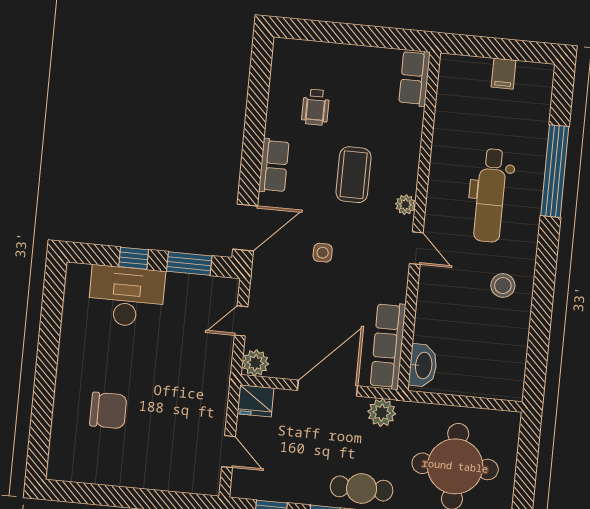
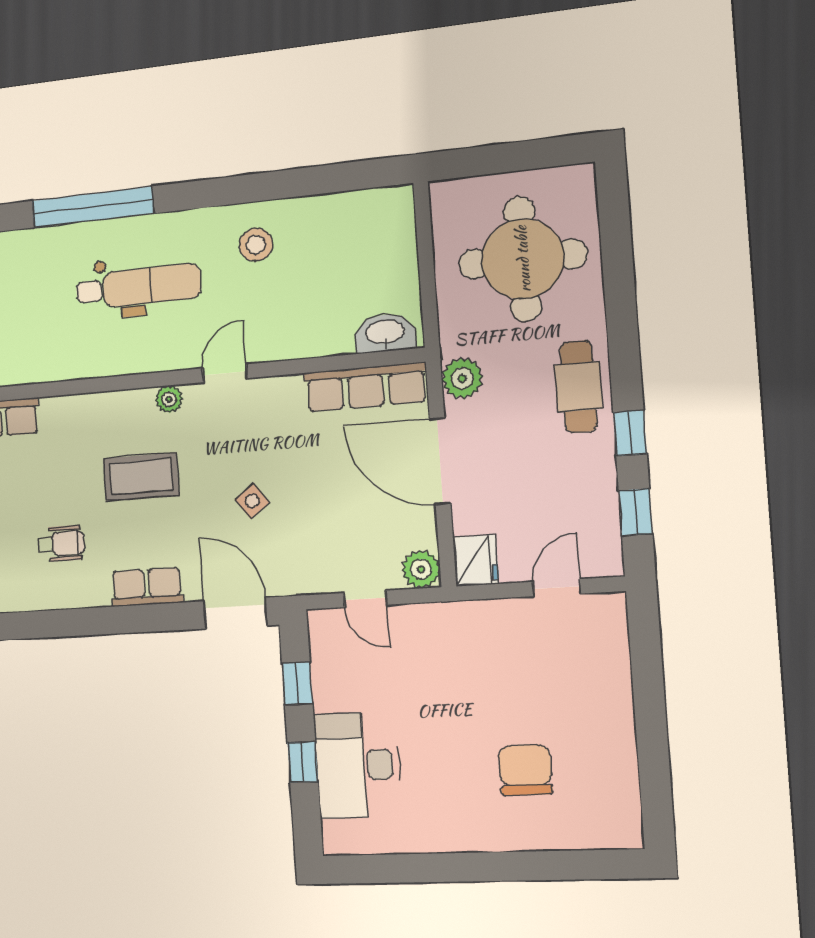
side table: (323, 253) -> (252, 501), turned -36
window: (189, 264) -> (297, 683), width x0.67

